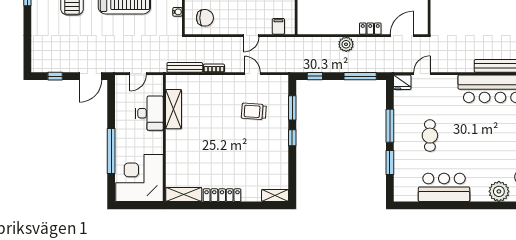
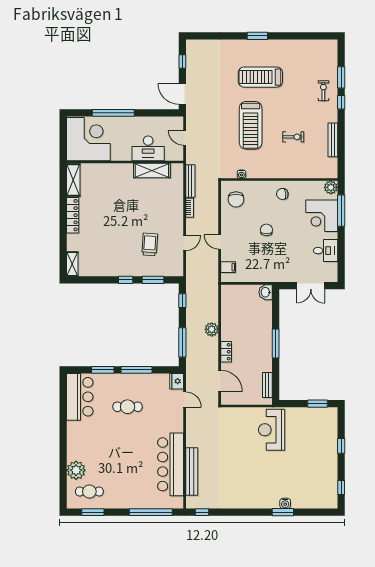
bar counter: (444, 187) -> (80, 397), moved

